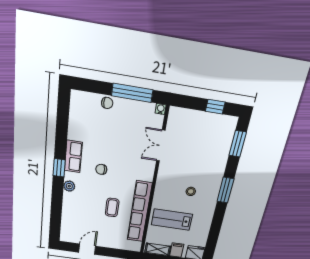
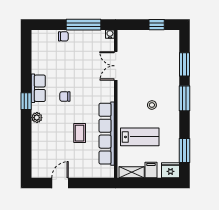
window: (238, 144) -> (184, 64), moved
lab bench: (172, 220) -> (140, 137), turned 180
window: (213, 238) -> (184, 150), added

